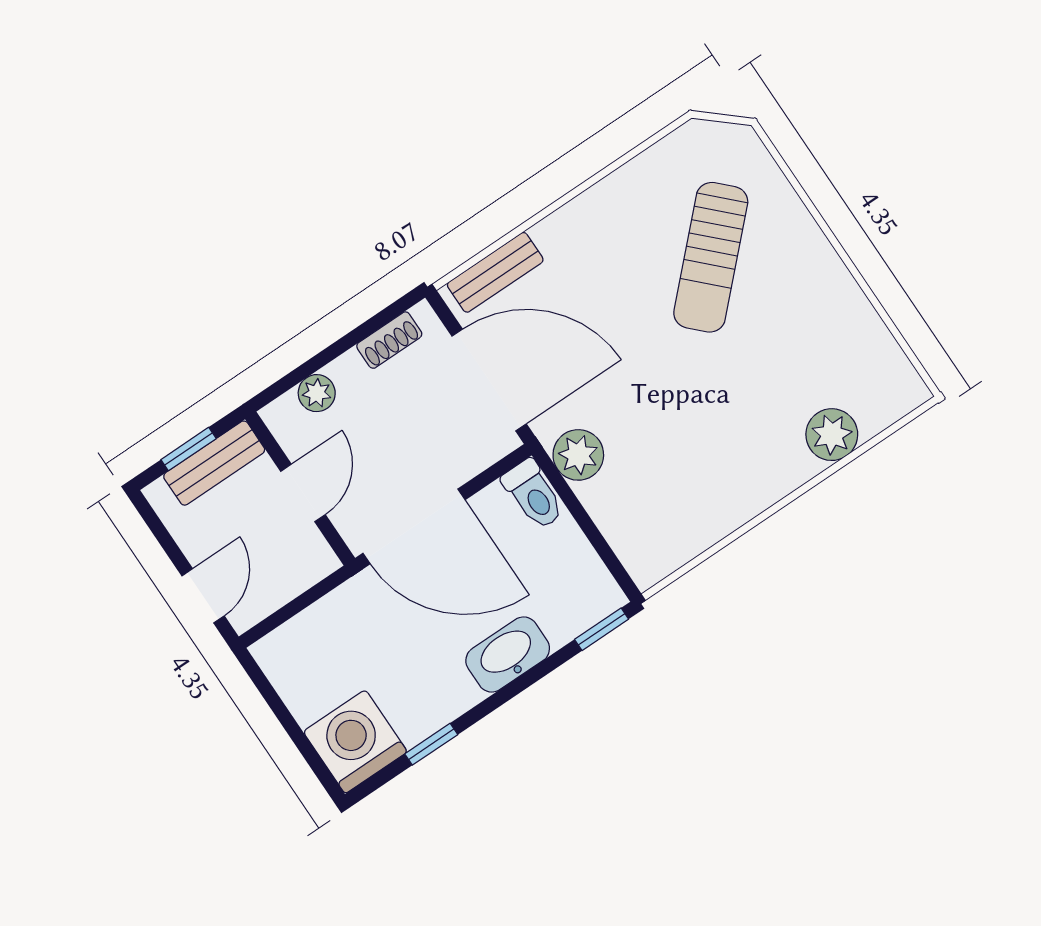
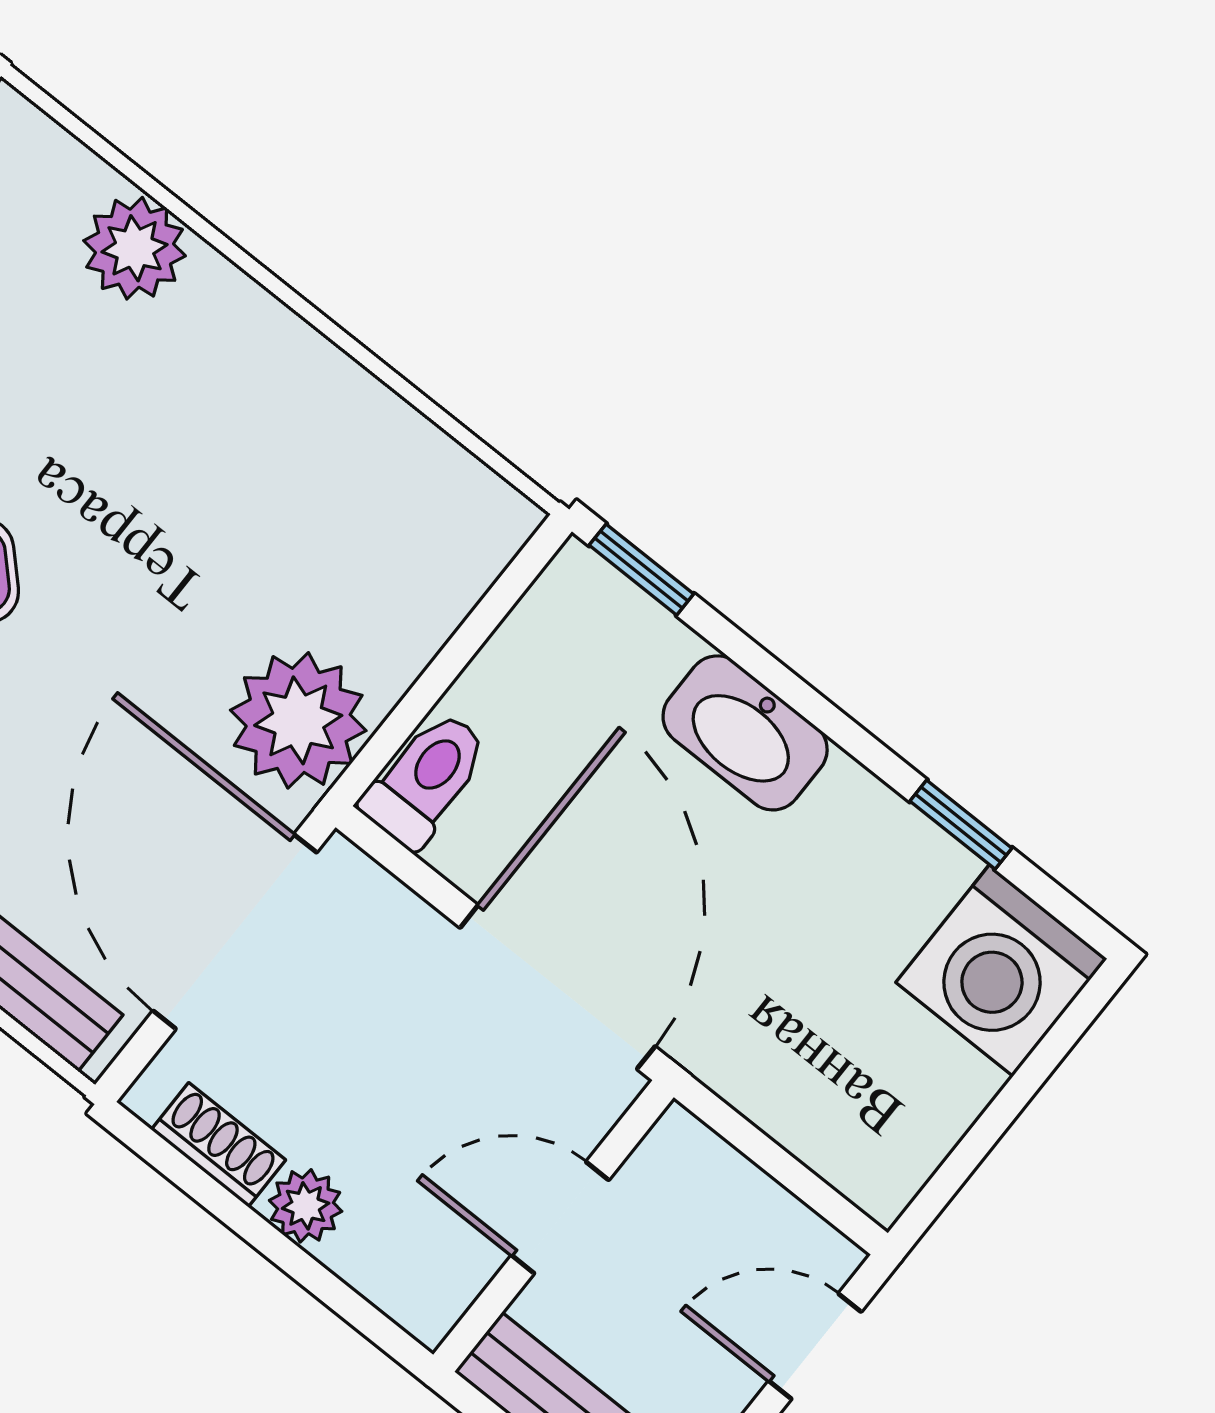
plant: (317, 393) -> (306, 1206), moved
plant: (578, 455) -> (298, 720), width x1.36, depth x1.36

